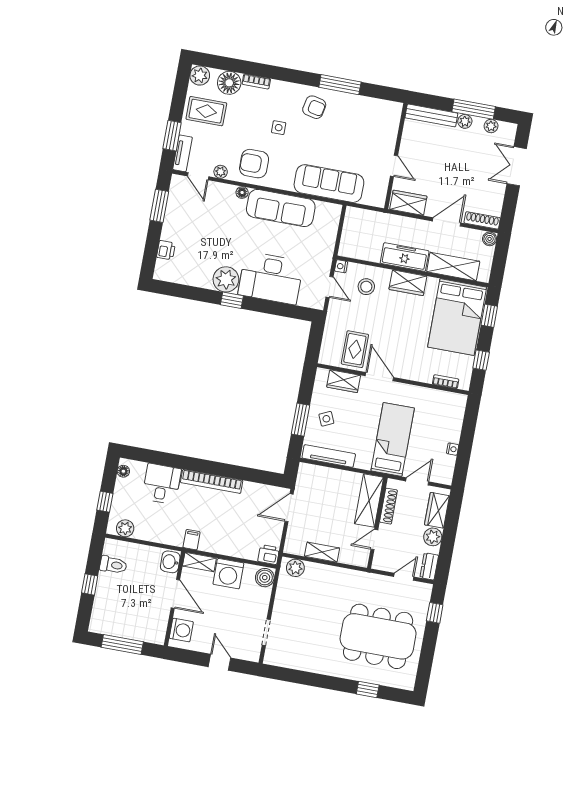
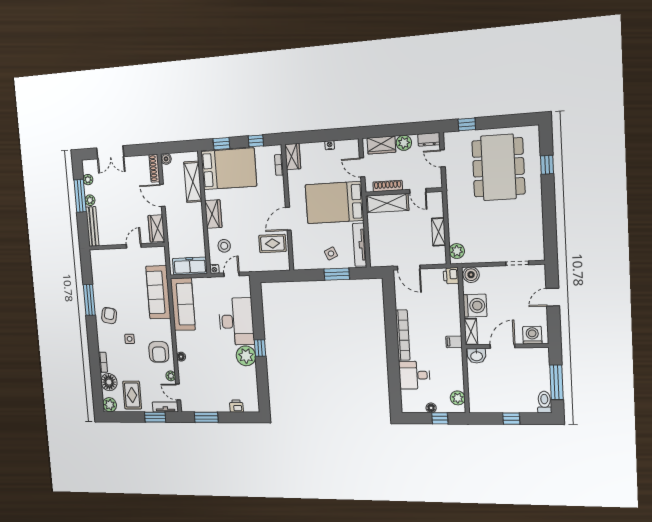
door: (198, 176) -> (178, 392), swing flipped
sofa: (281, 208) -> (183, 304), moved
freezer: (405, 257) -> (190, 266), moved, turned 90
wardrobe: (344, 381) -> (293, 157), moved
bed: (393, 439) -> (334, 203), width x1.50
floor lamp: (123, 471) -> (431, 408), moved
toilet: (113, 565) -> (544, 402), moved

